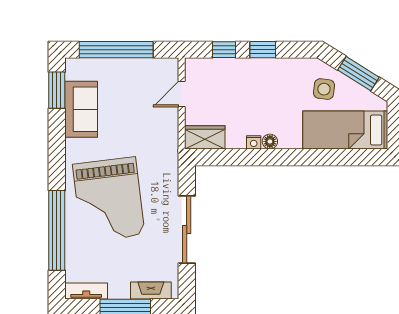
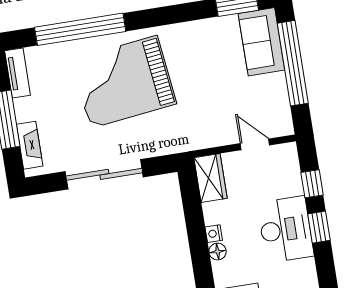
desk: (260, 79) -> (286, 229), added
sofa: (81, 109) -> (261, 42), moved, turned 90

